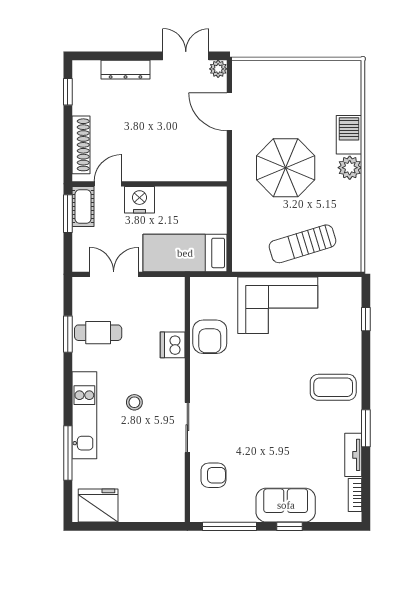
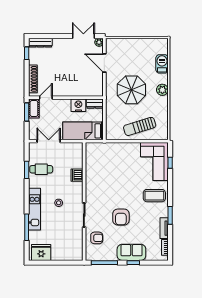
dresser: (126, 70) -> (40, 43), moved
barbecue: (349, 135) -> (162, 64), moved
dresser: (209, 196) -> (95, 104), added
nightstand: (140, 200) -> (78, 105), moved
corner sofa: (278, 305) -> (154, 162), moved, turned 90
armchair: (210, 337) -> (121, 217), moved

